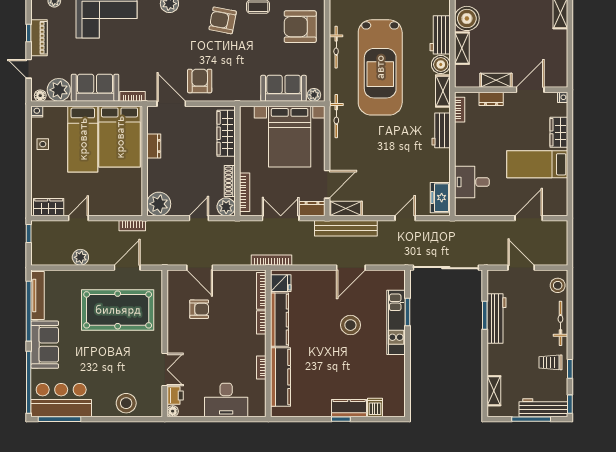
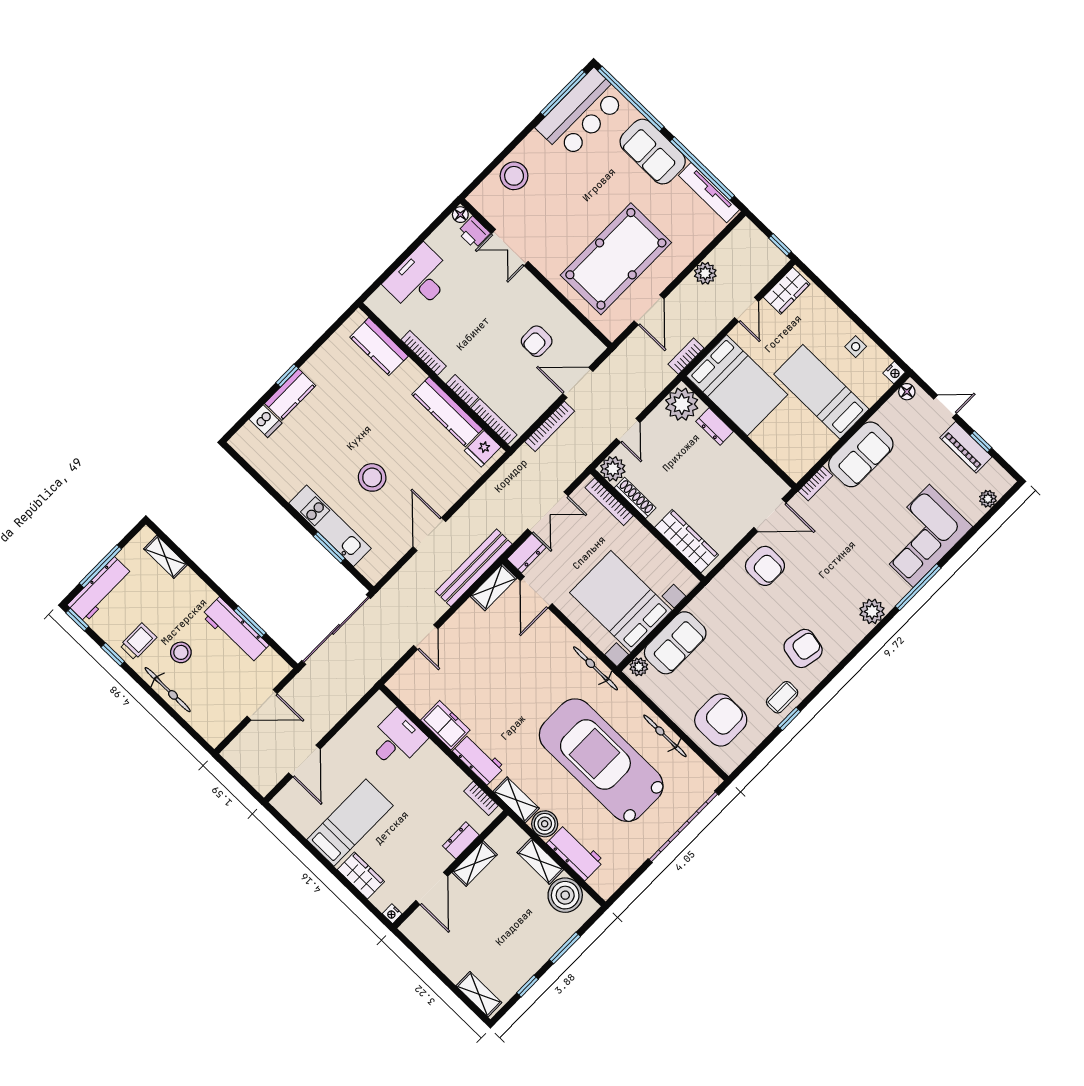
plant: (59, 90) -> (894, 416), removed
bed: (120, 137) -> (737, 385), moved, turned 180
dresser: (154, 146) -> (715, 426), moved
freezer: (440, 198) -> (445, 725), moved
bookcase: (271, 260) -> (550, 426), moved
stool: (558, 285) -> (181, 652), moved
bookcase: (261, 367) -> (424, 353), width x1.56
kitchen counter: (280, 377) -> (379, 347), width x0.67

